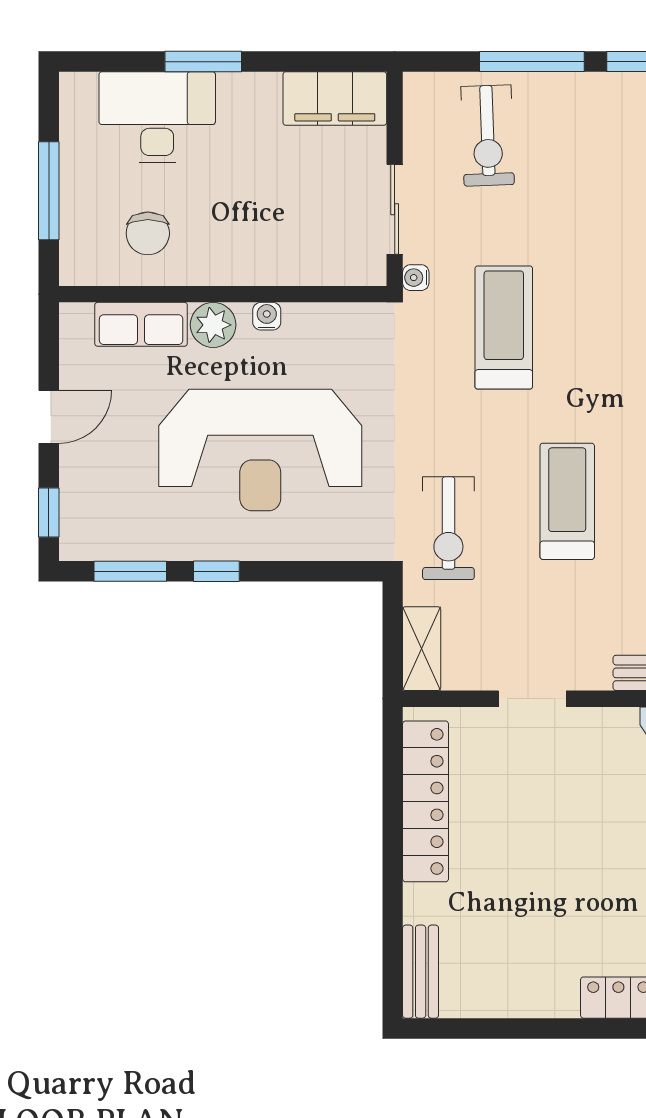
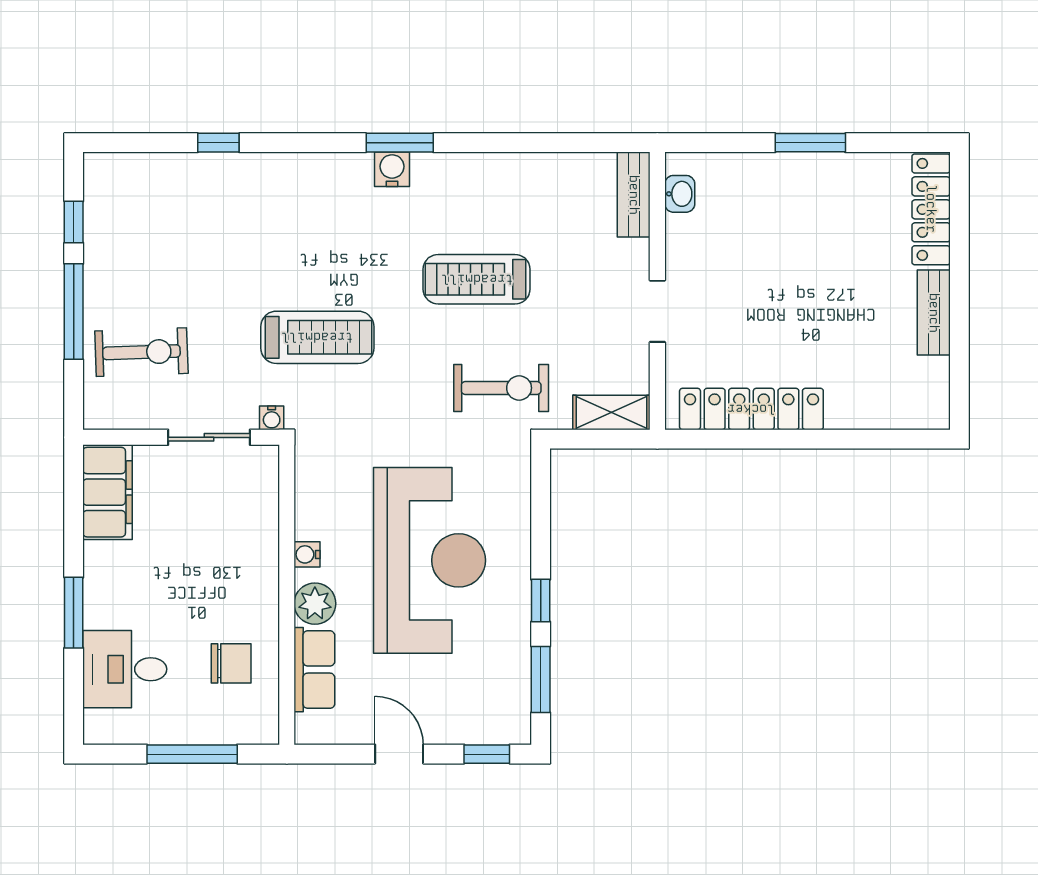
desk: (157, 117) -> (125, 669), width x0.73
treadmill: (504, 328) -> (317, 337), turned 180
bench: (421, 972) -> (934, 313), moved, turned 90

